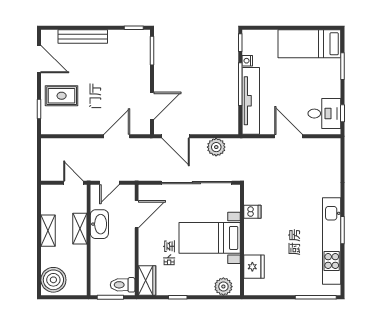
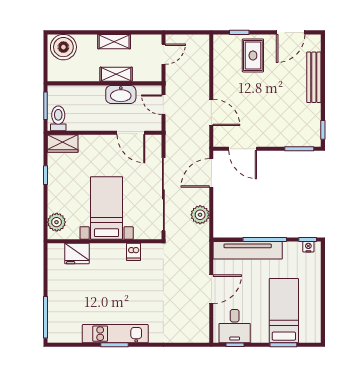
bed: (309, 44) -> (284, 311), moved
nightstand: (247, 61) -> (308, 247), moved
door: (73, 183) -> (163, 54), moved
kitchen unit: (332, 241) -> (115, 334), width x0.73

